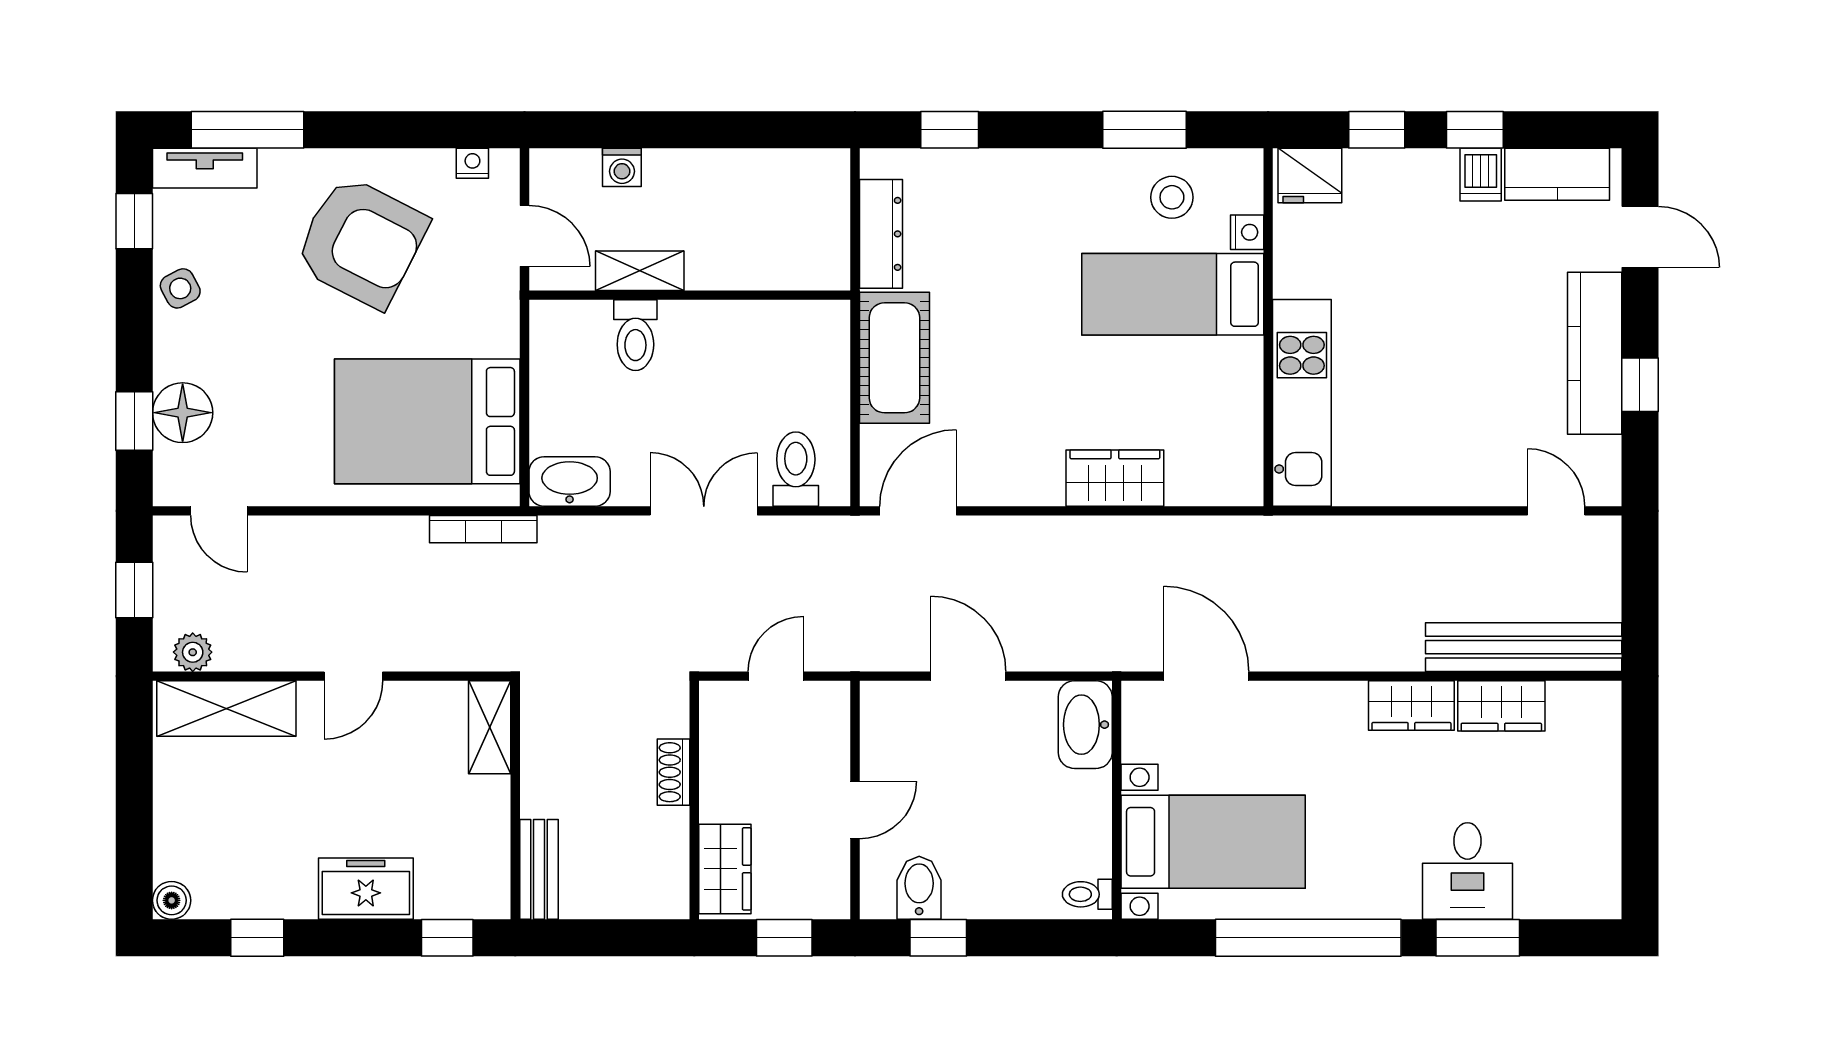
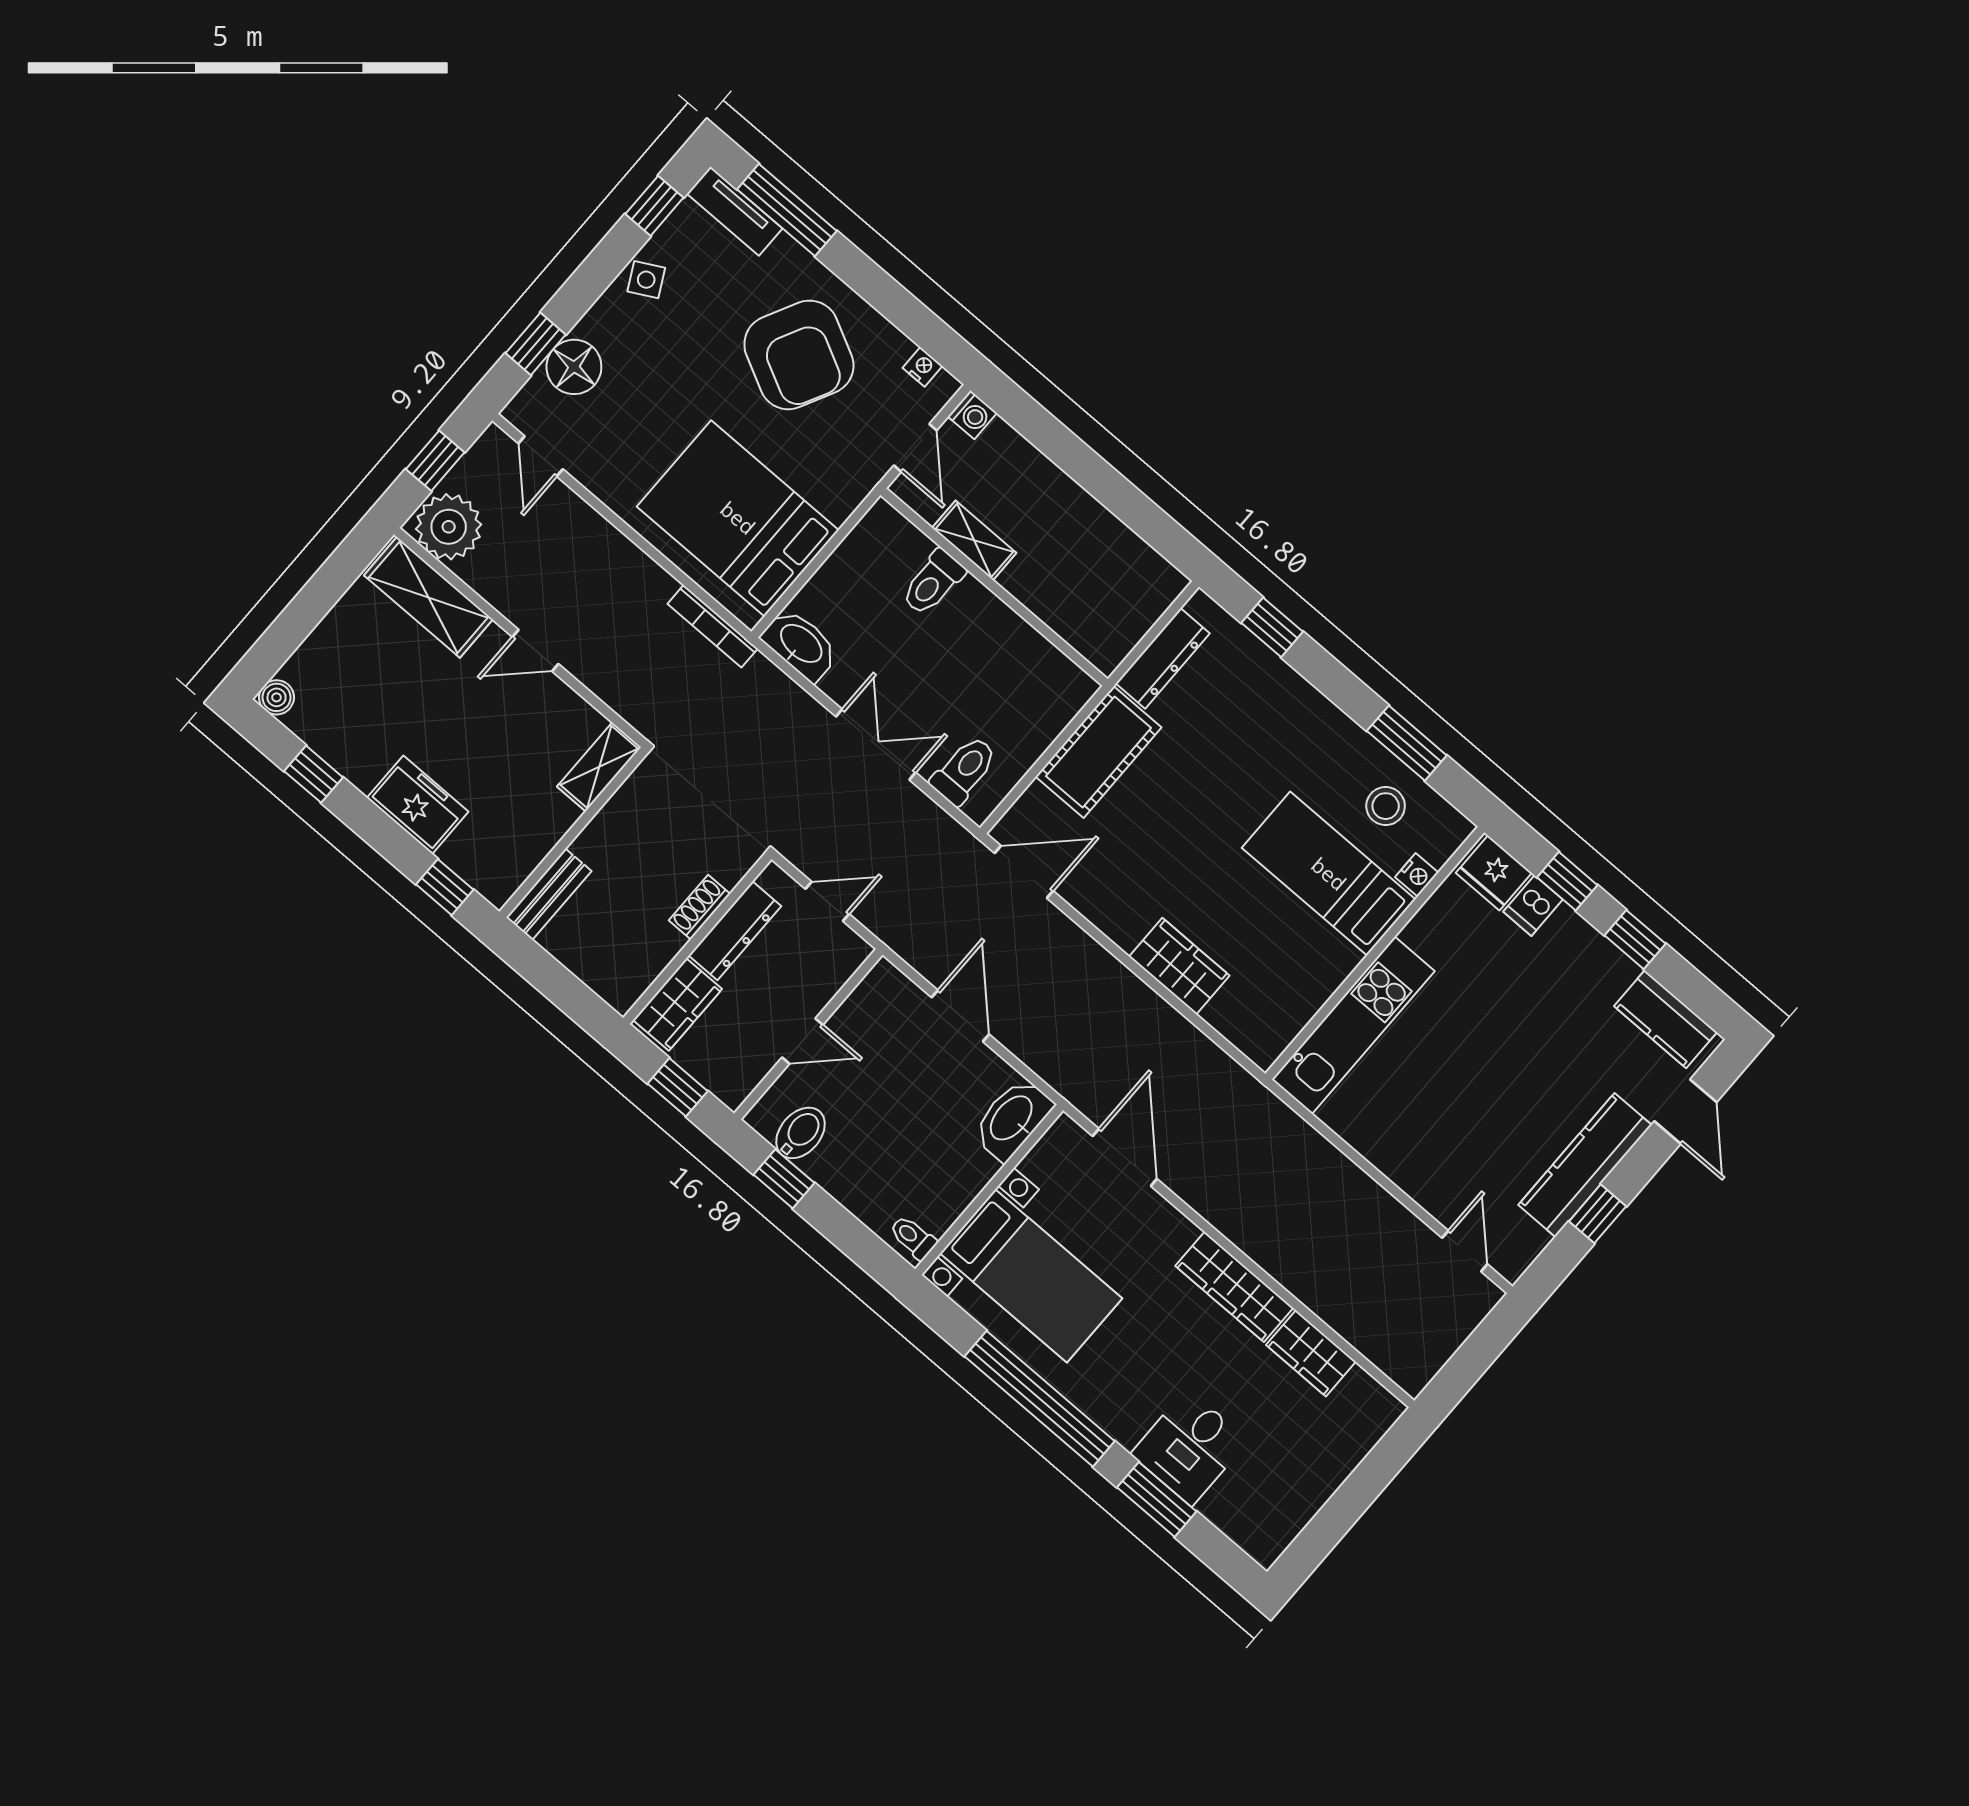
washing machine: (622, 167) -> (972, 415), moved, turned -90
dishwasher: (1481, 175) -> (1533, 906), moved
bench: (1524, 647) -> (1361, 1326), removed
plant: (193, 652) -> (449, 527), width x1.88, depth x1.88
wardrobe: (1411, 706) -> (1234, 1287), width x1.50
dresser: (720, 767) -> (735, 931), added

